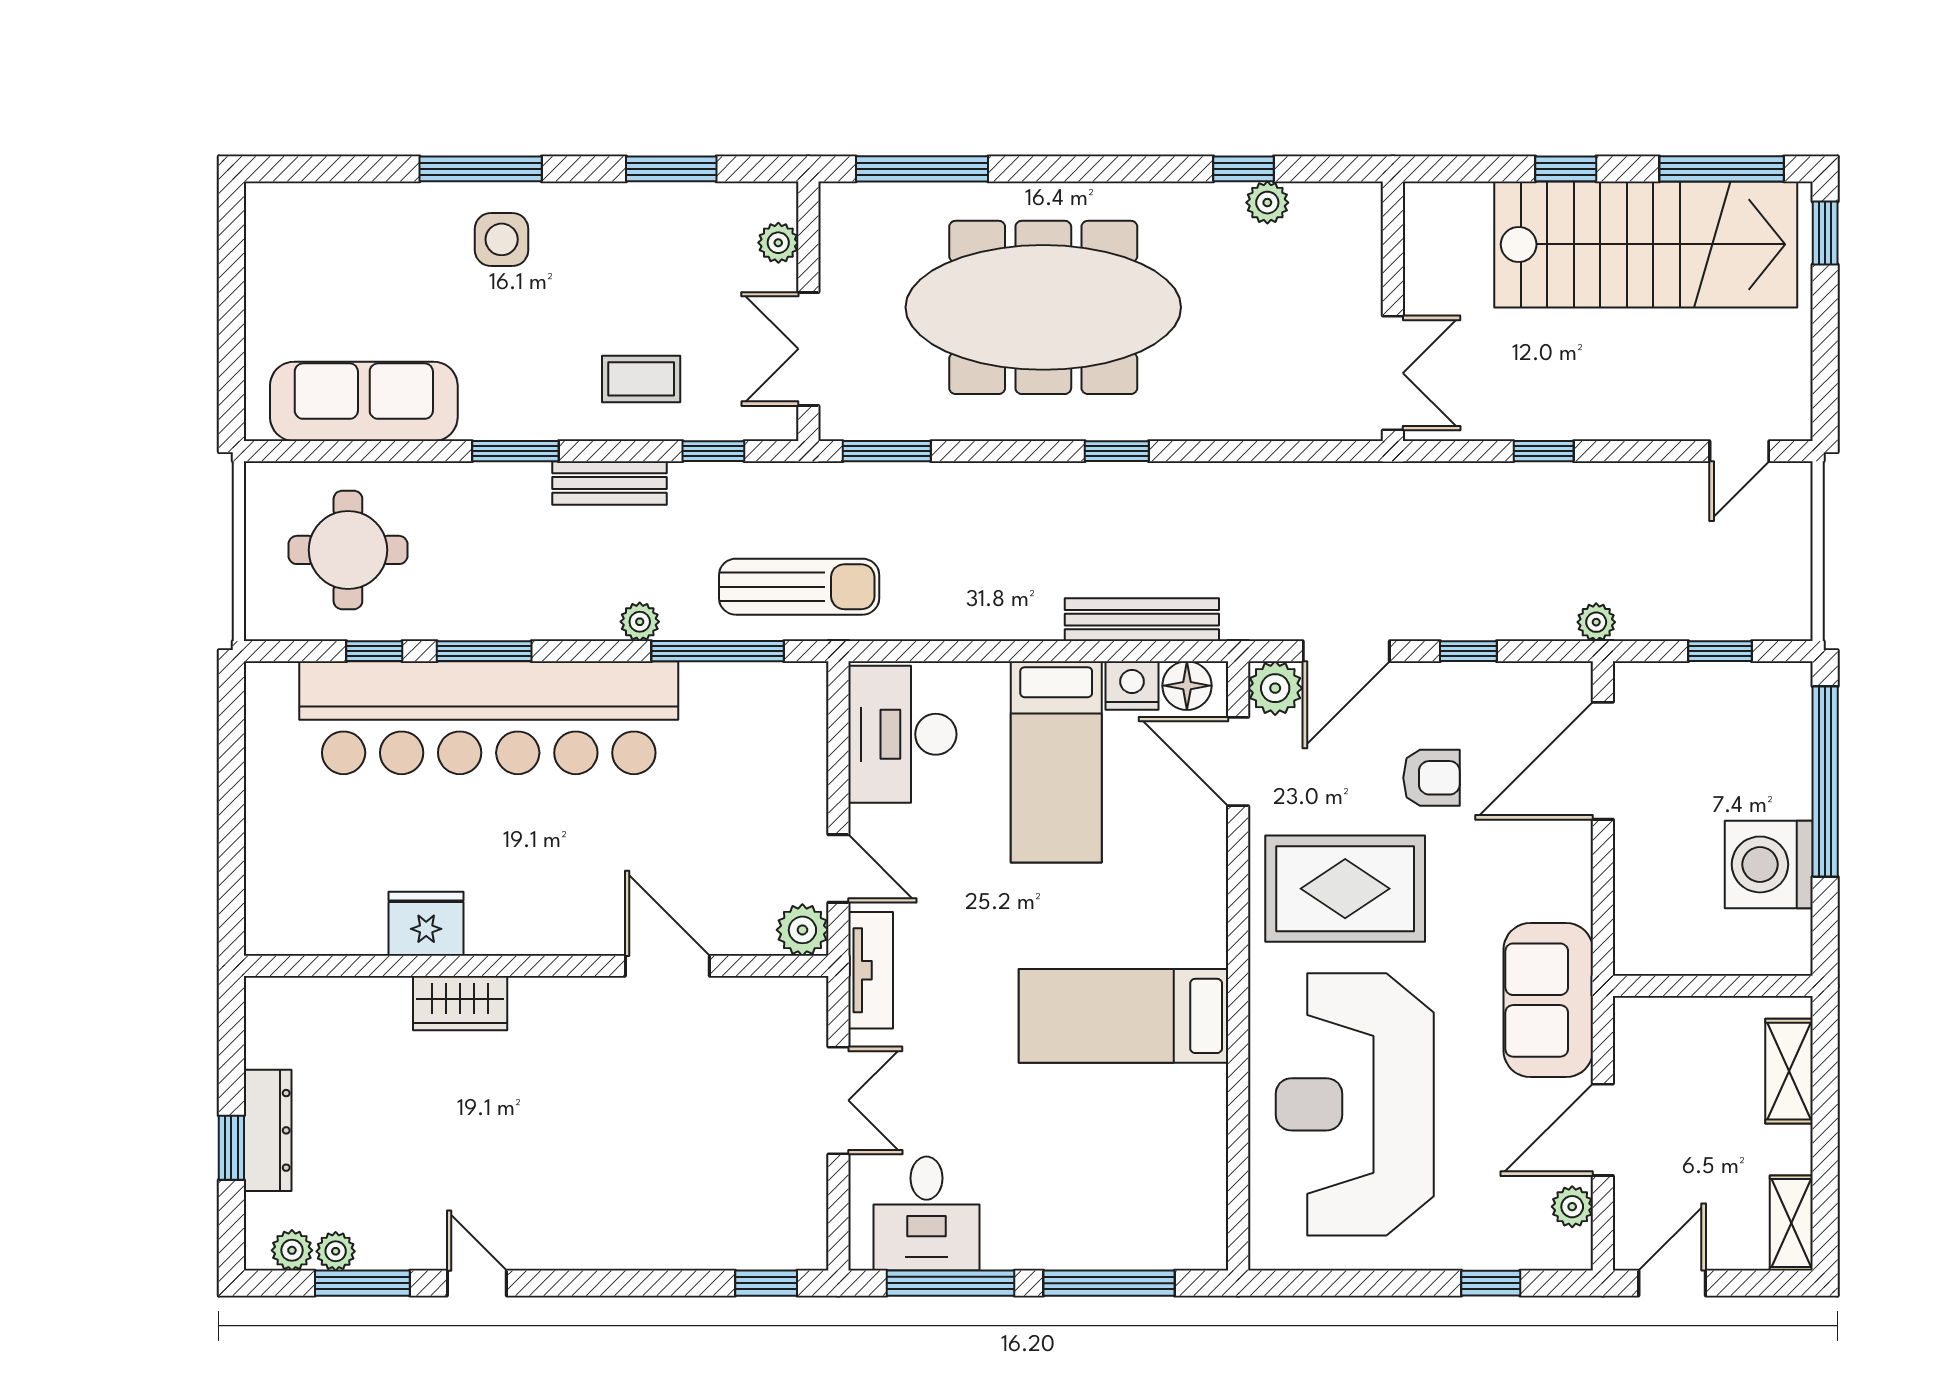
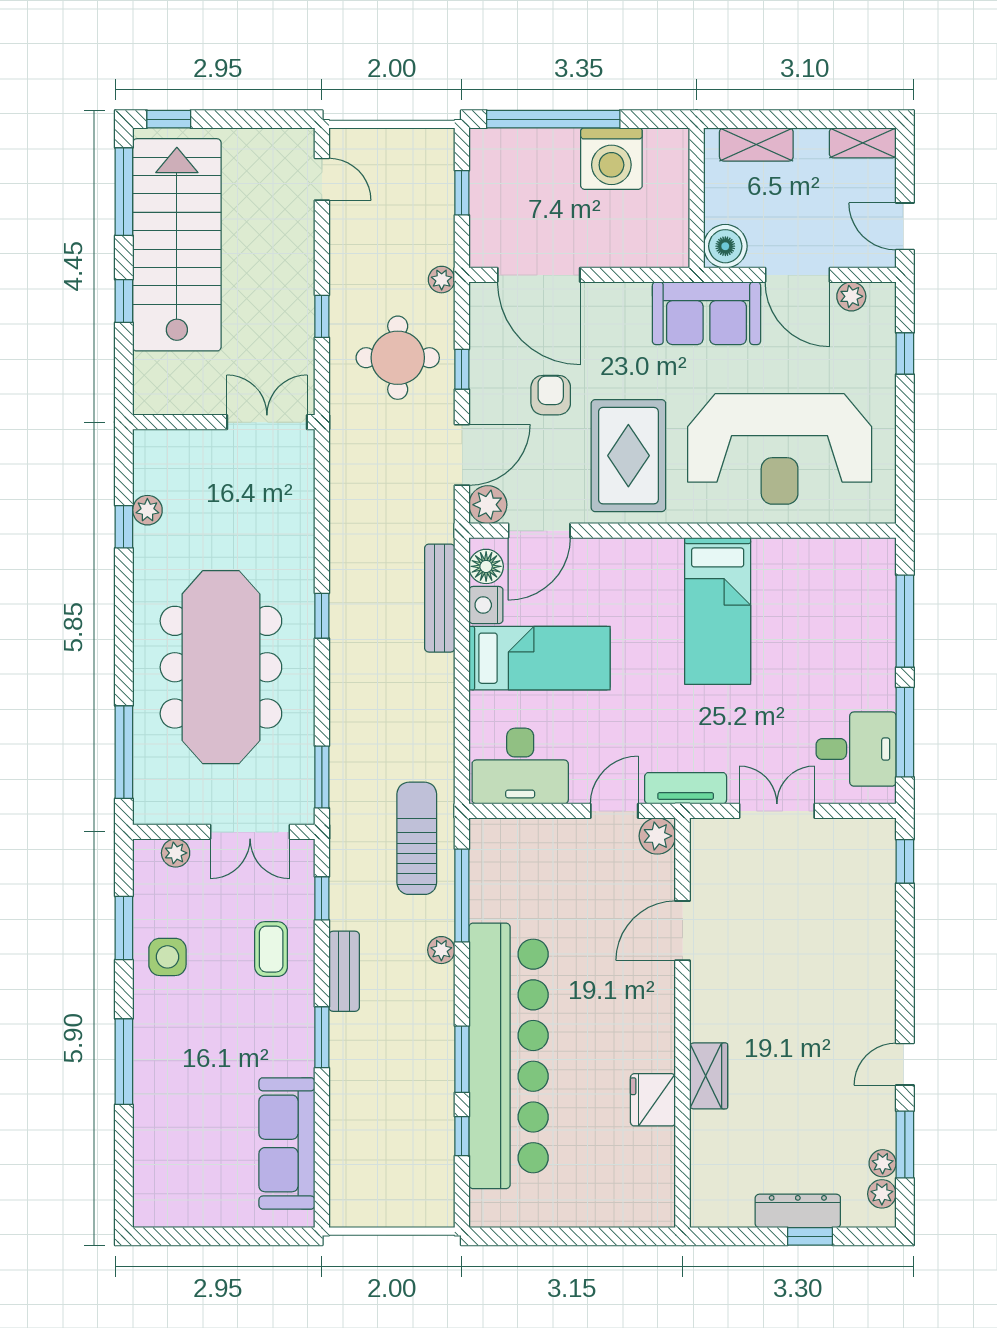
side table: (502, 239) -> (167, 957), moved
round table: (348, 550) -> (398, 358), moved
door: (1346, 651) -> (462, 455), hinge flipped
boiler: (1644, 1027) -> (725, 246), added

